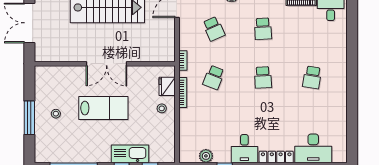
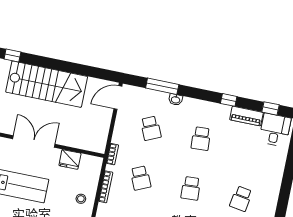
double door: (107, 64) -> (34, 142), swing flipped
school desk: (214, 77) -> (141, 178), turned -45
fridge: (167, 86) -> (70, 159), moved, turned -90

